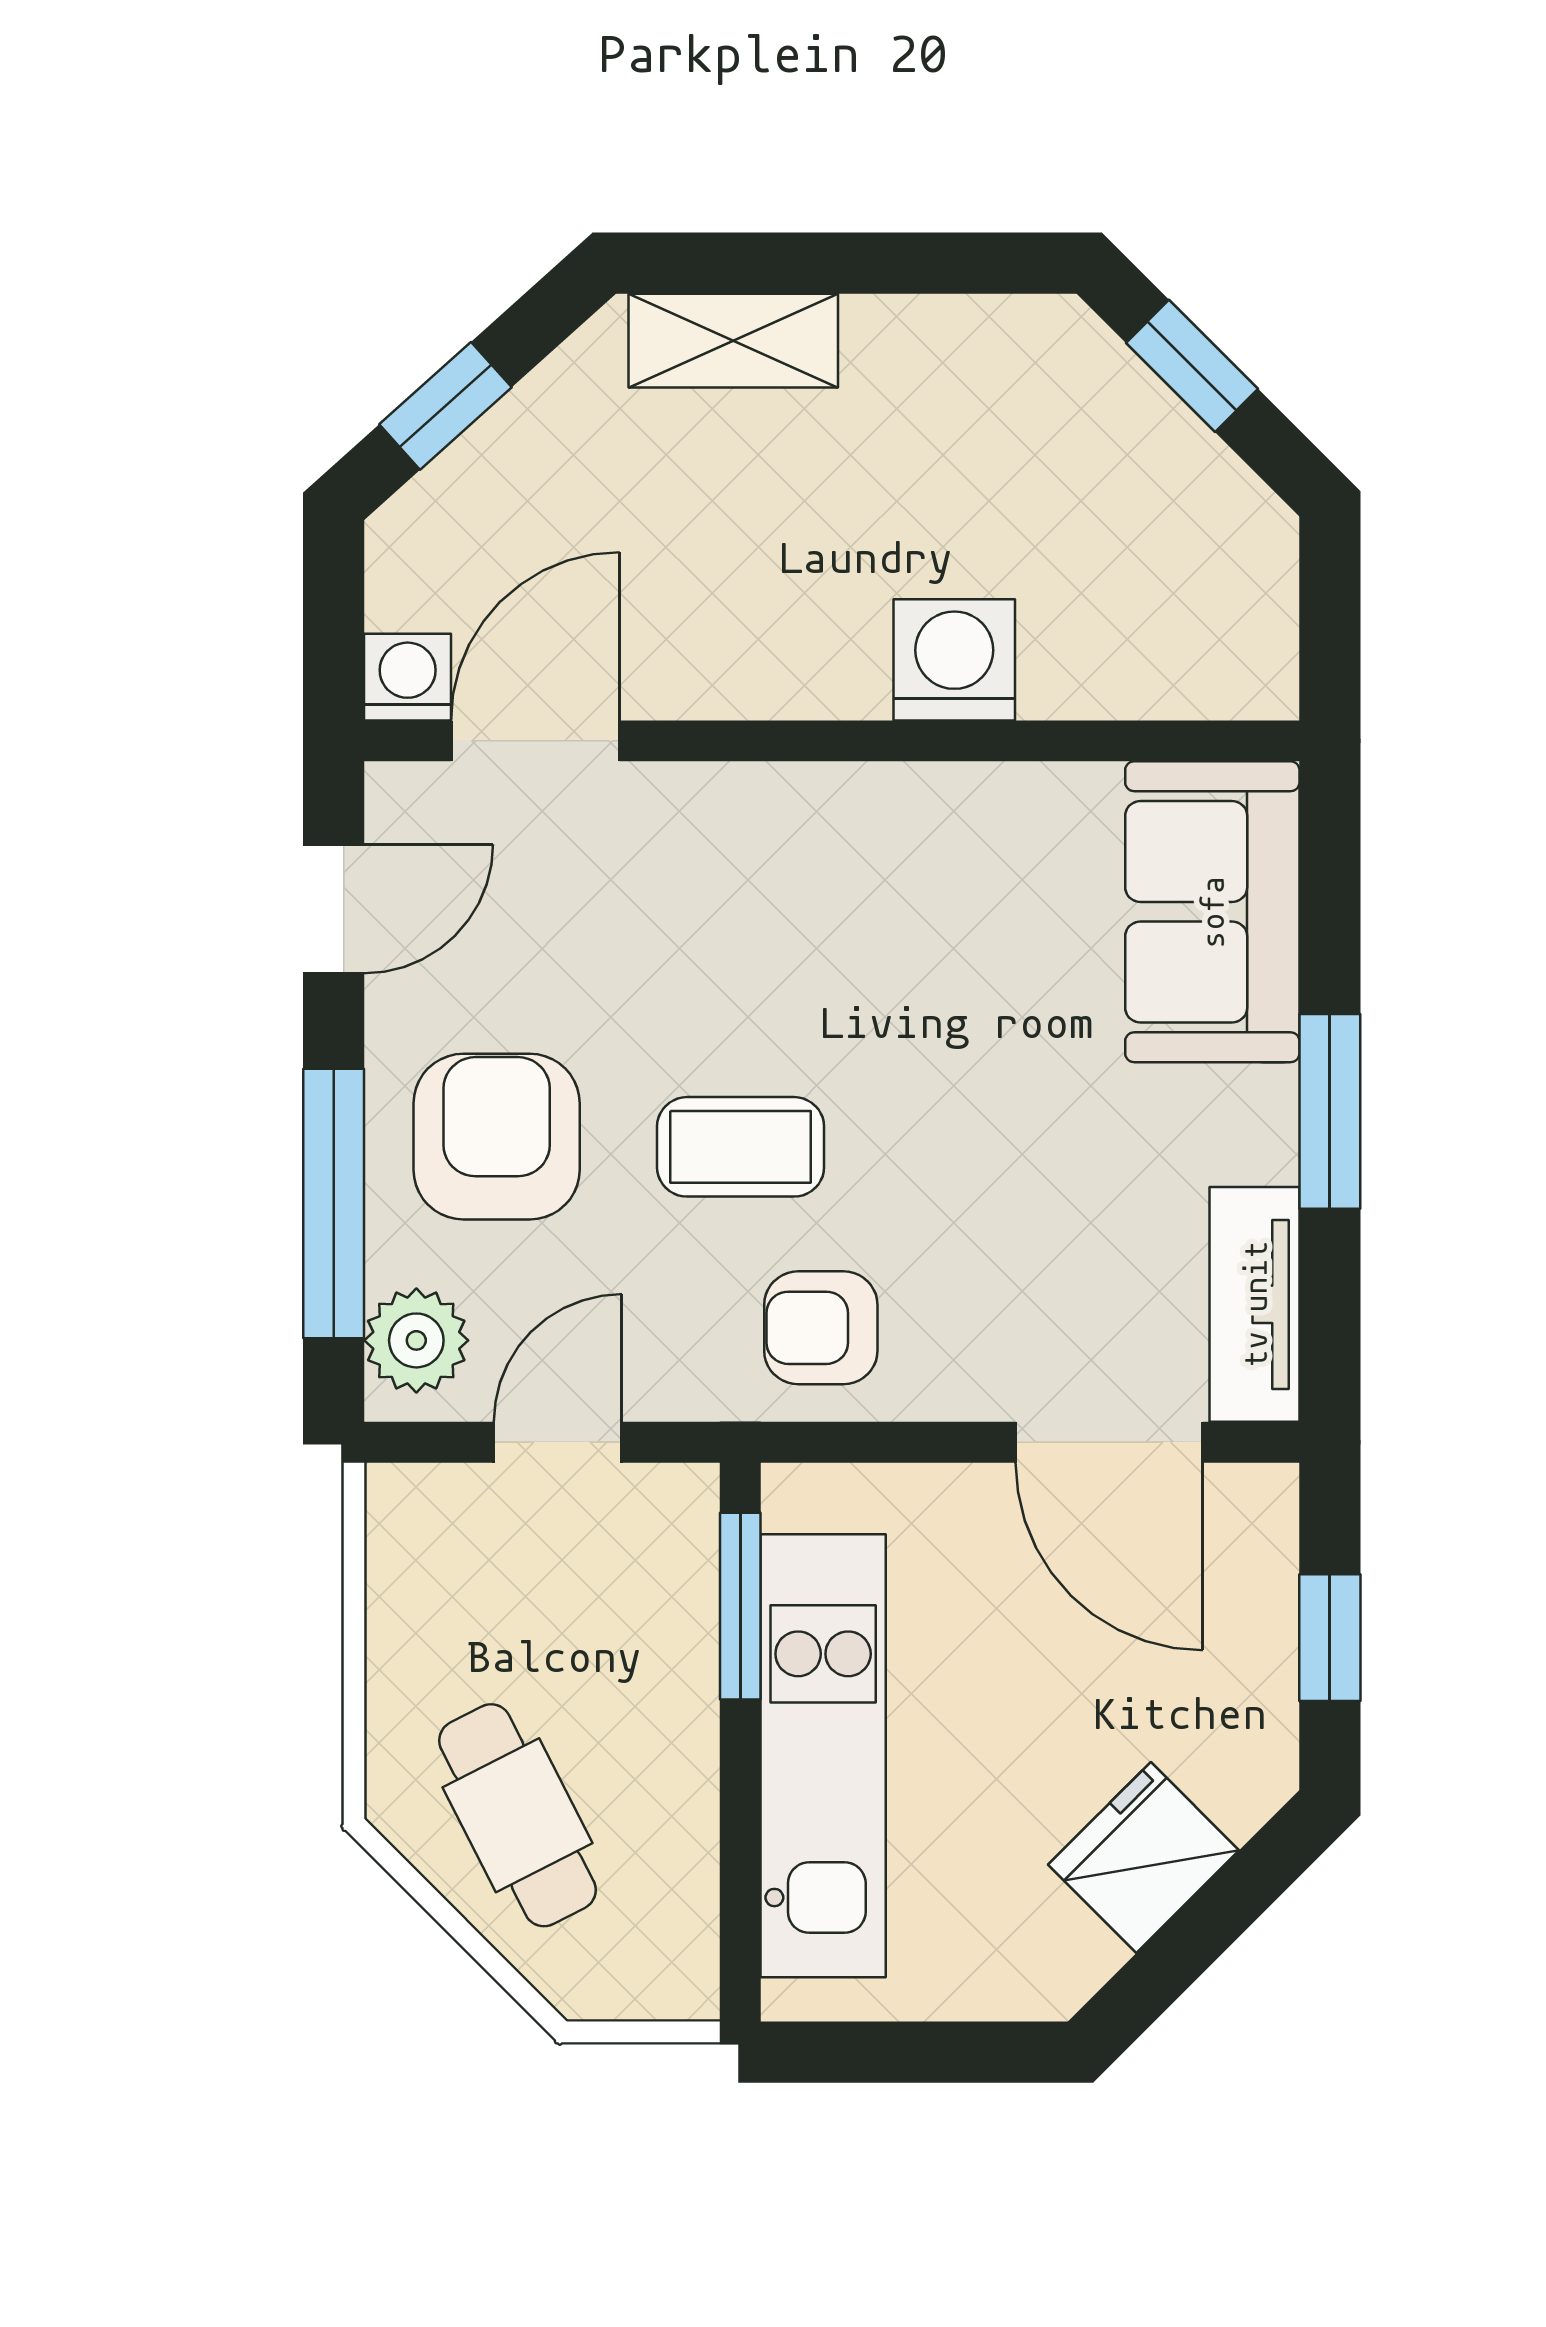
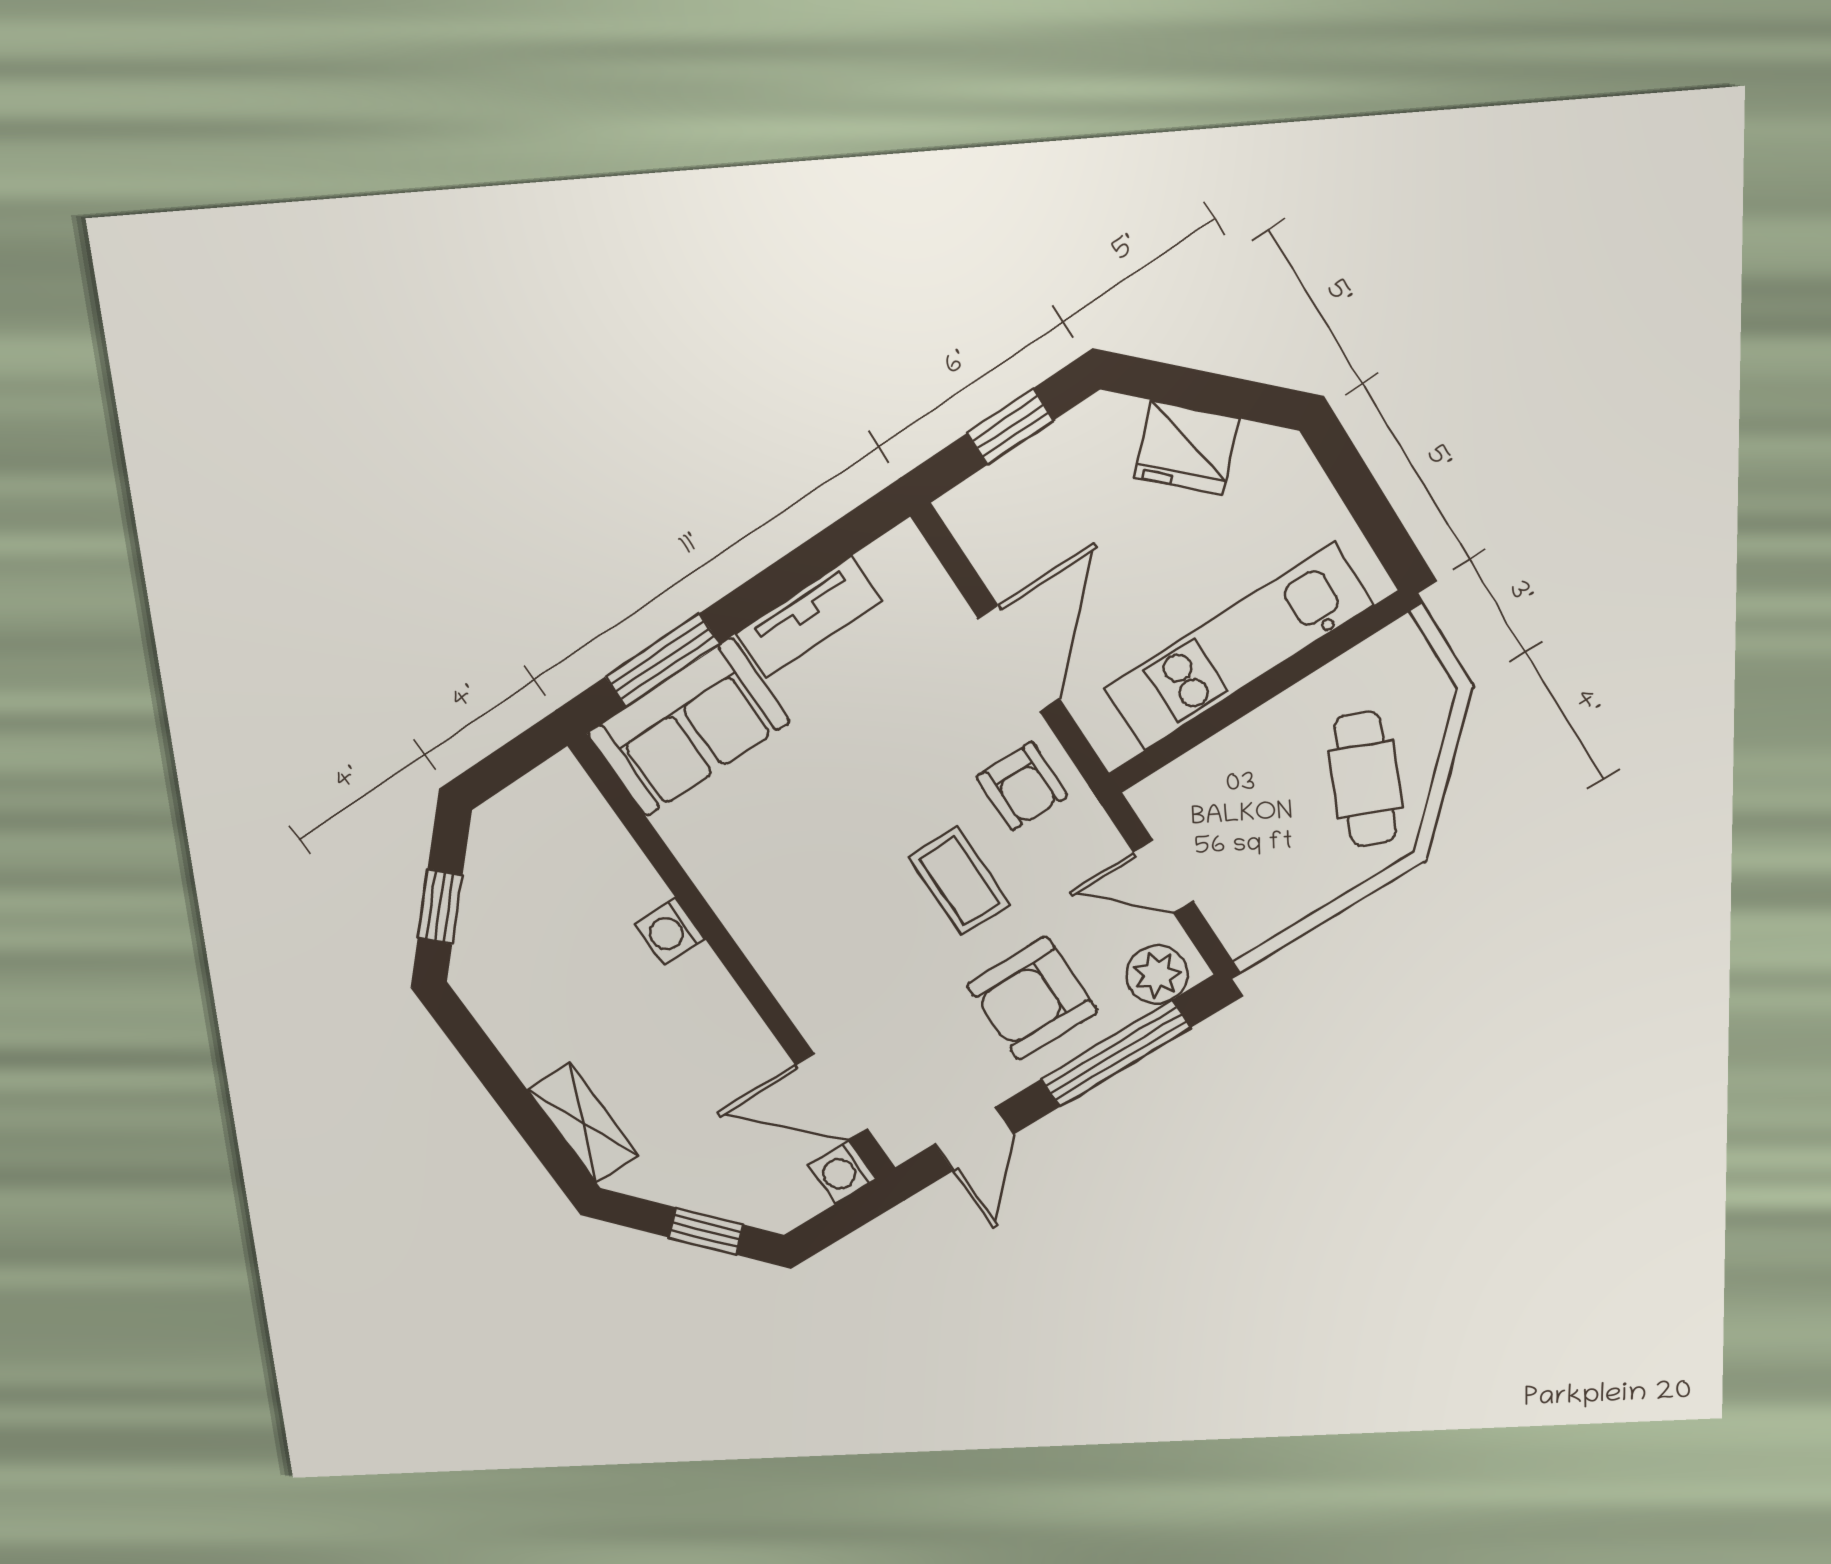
washing machine: (954, 660) -> (670, 931), width x0.73, depth x0.73
door: (334, 909) -> (974, 1139), swing flipped
window: (1330, 1111) -> (662, 660), moved
tv unit: (1255, 1304) -> (809, 617), moved
door: (1109, 1442) -> (1019, 659), moved
window: (740, 1606) -> (1188, 737), removed
cafe table: (517, 1815) -> (1366, 779), turned -40

